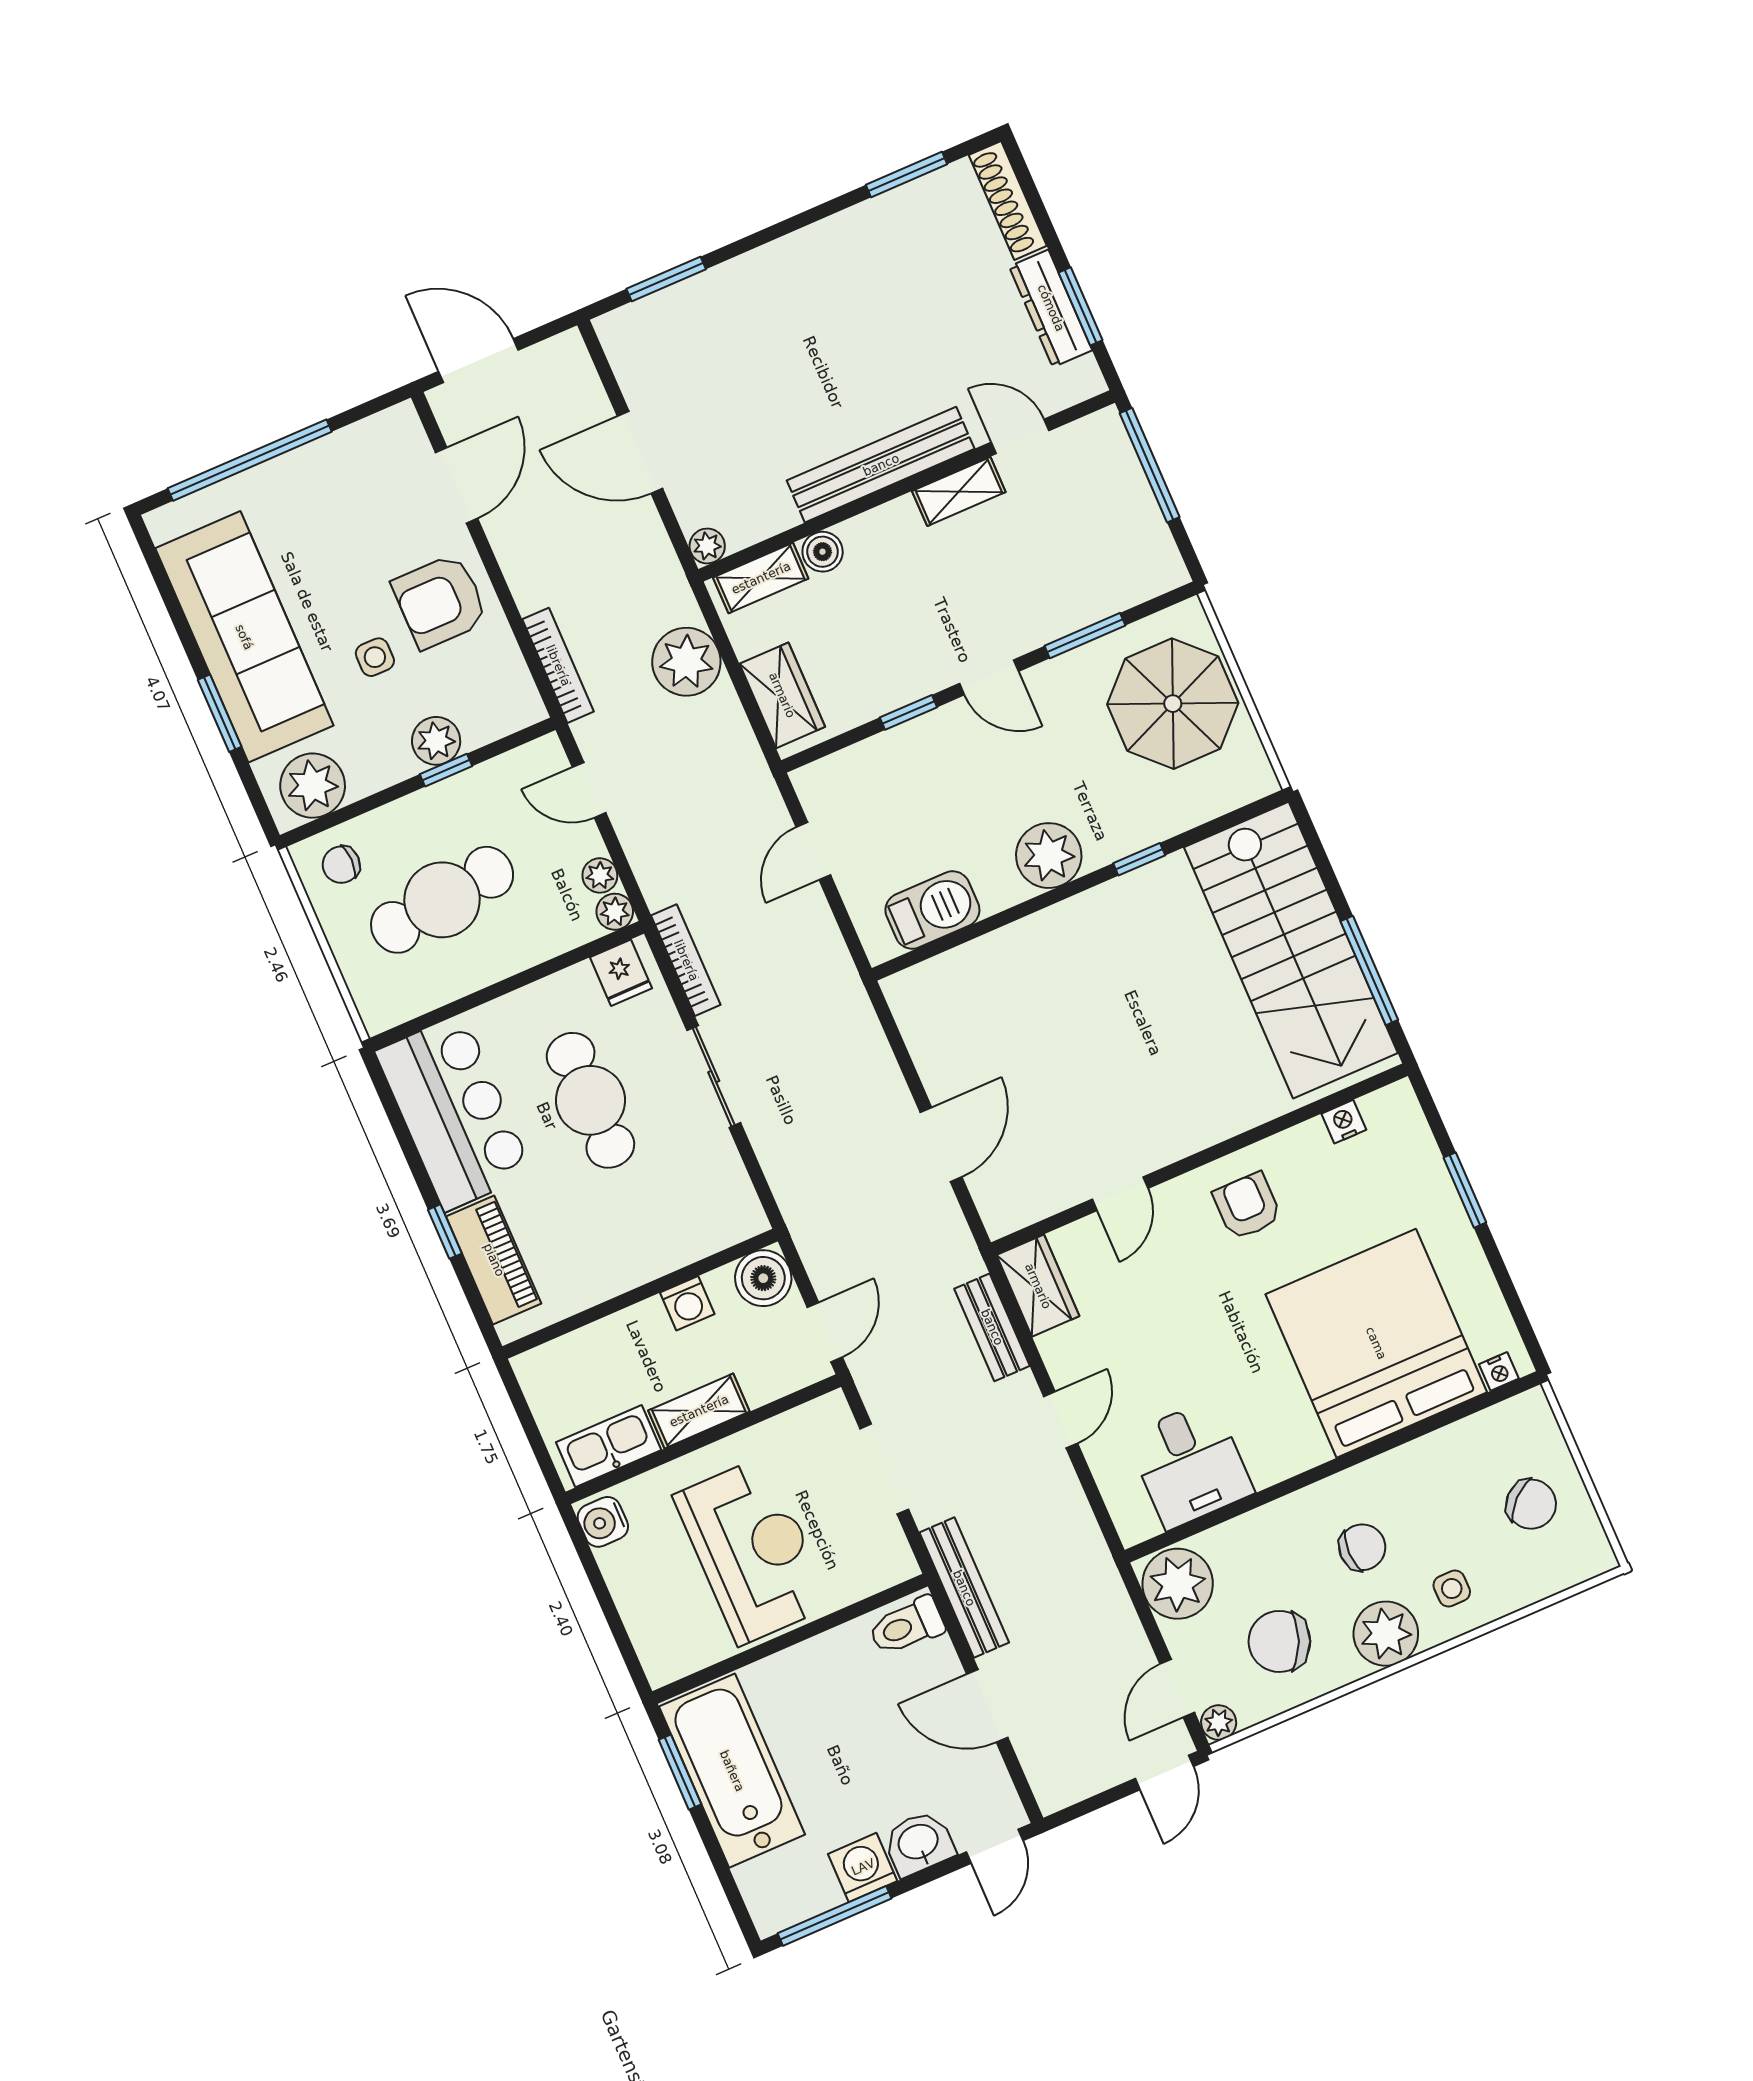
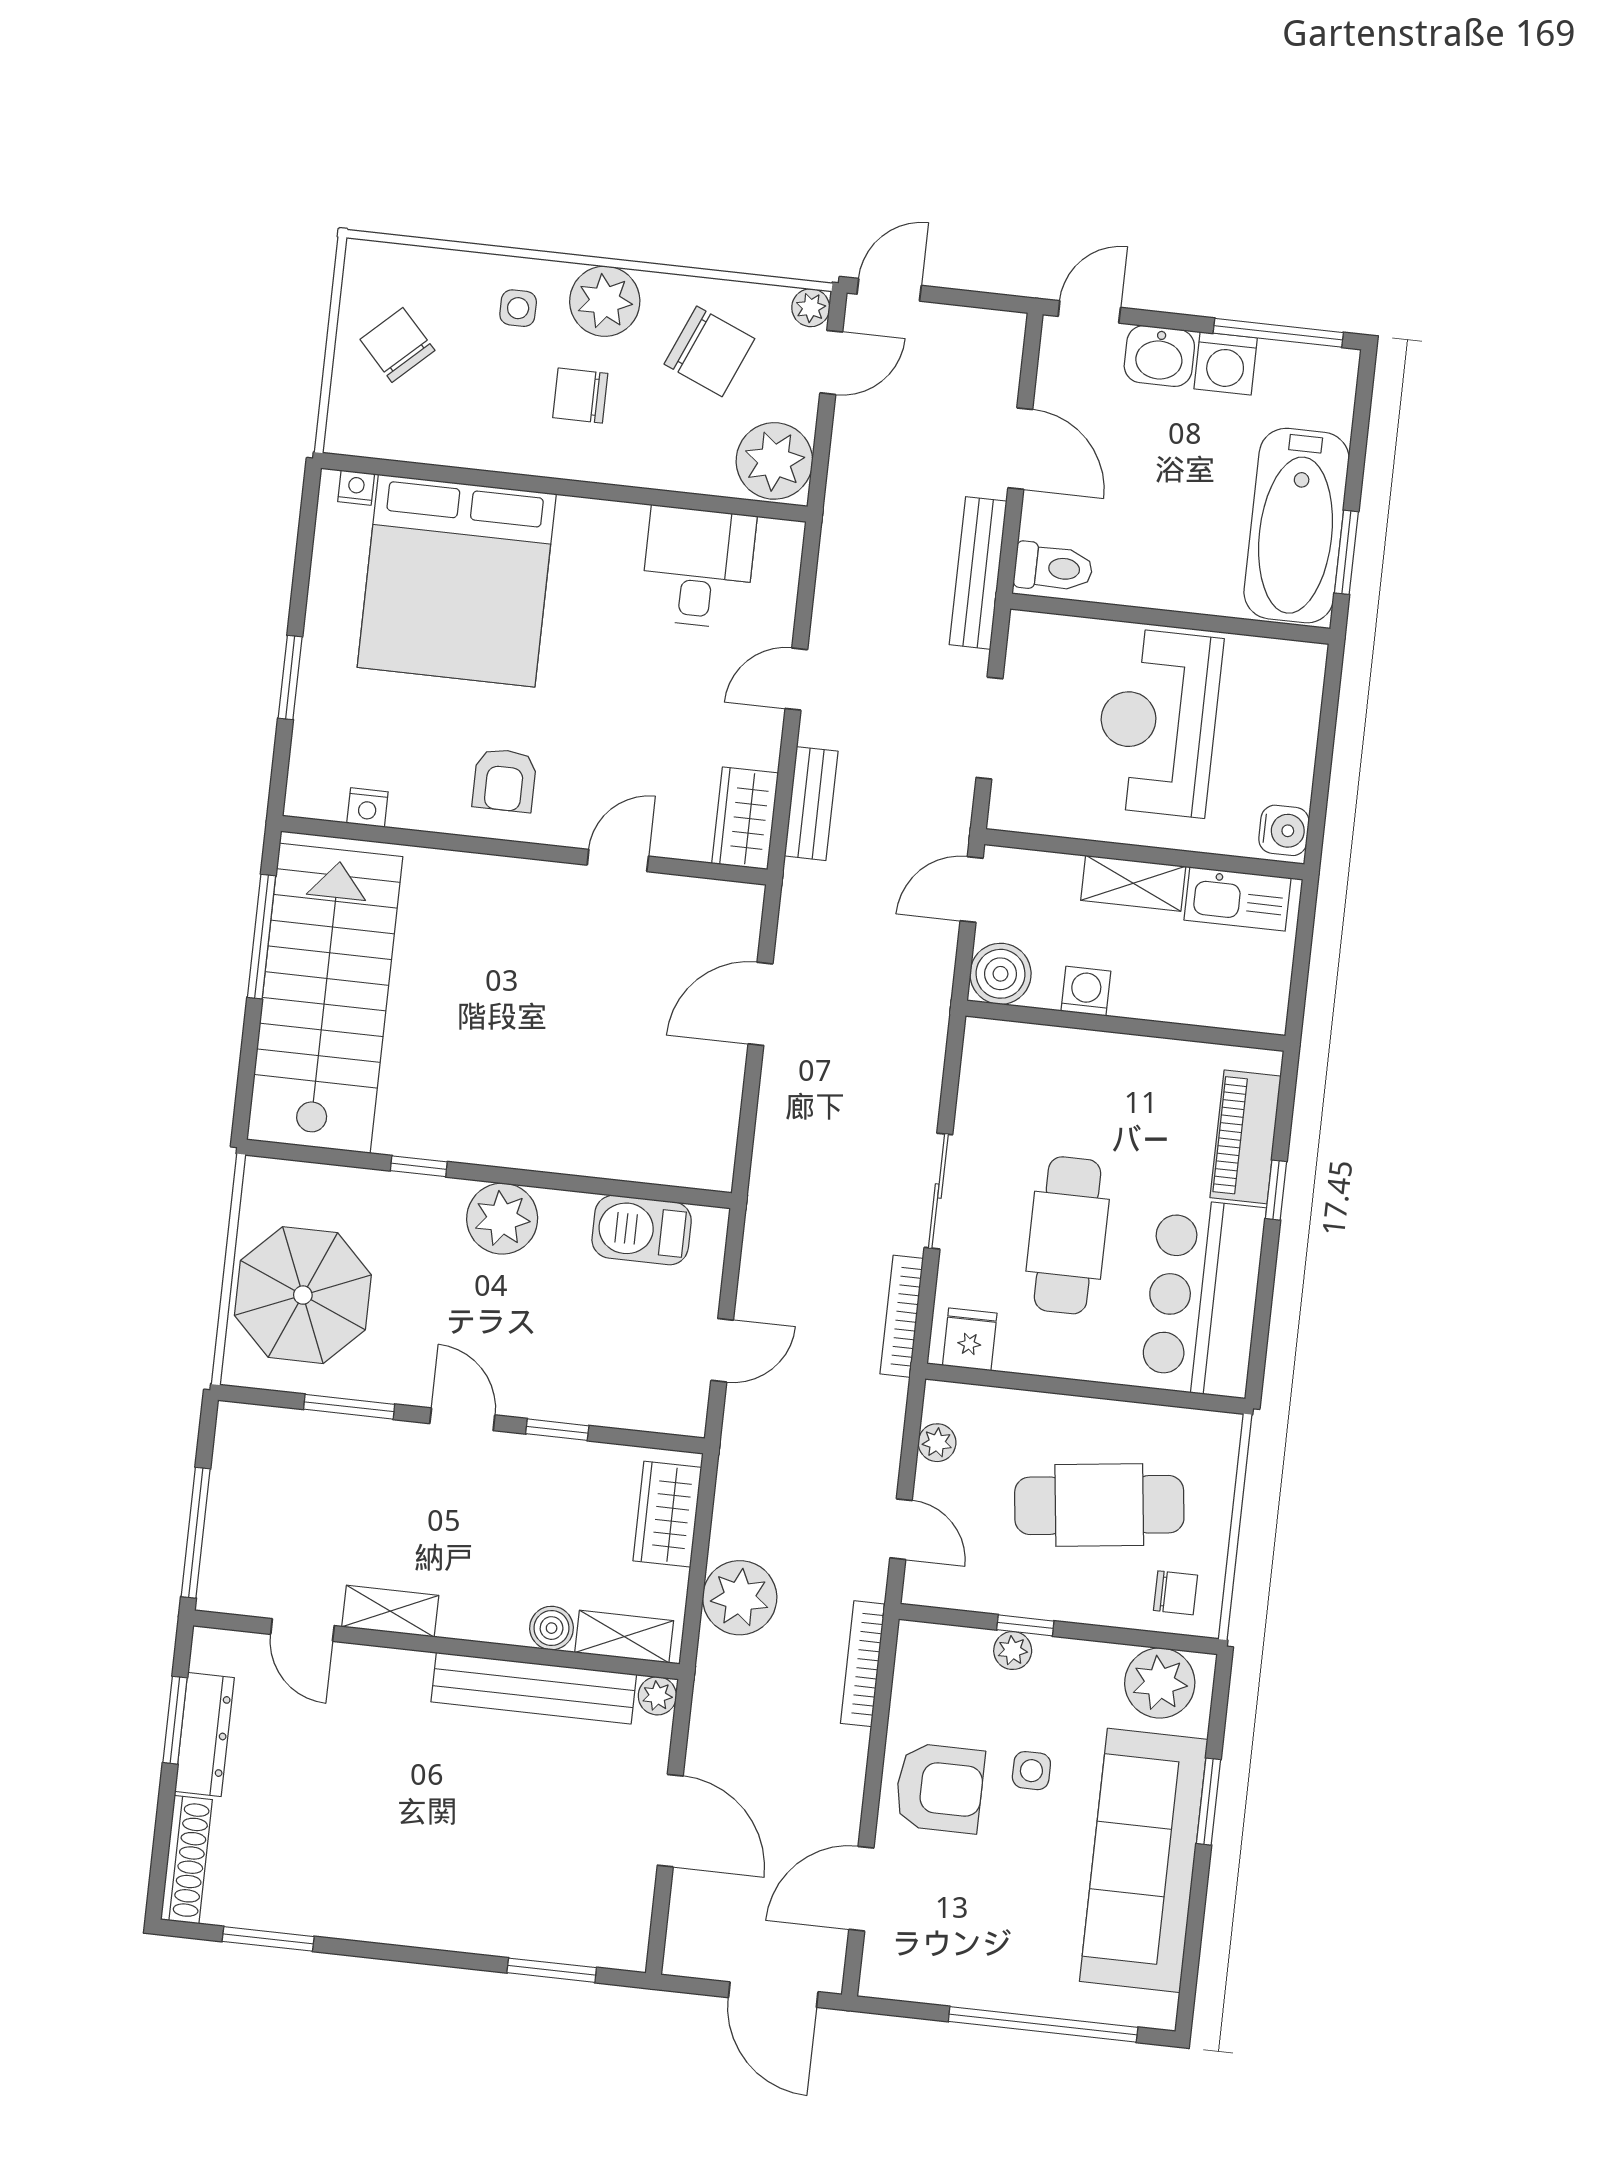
bench: (881, 465) -> (534, 1688), moved
plant: (436, 741) -> (1013, 1651), width x0.73, depth x0.73
plant: (615, 912) -> (943, 1400), removed

